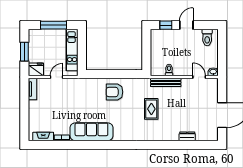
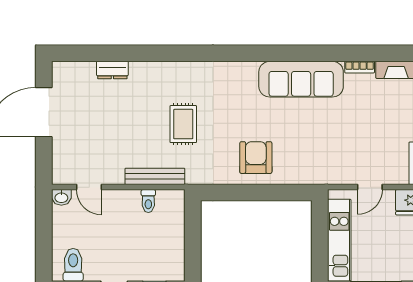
armchair: (114, 92) -> (256, 158), turned -90

